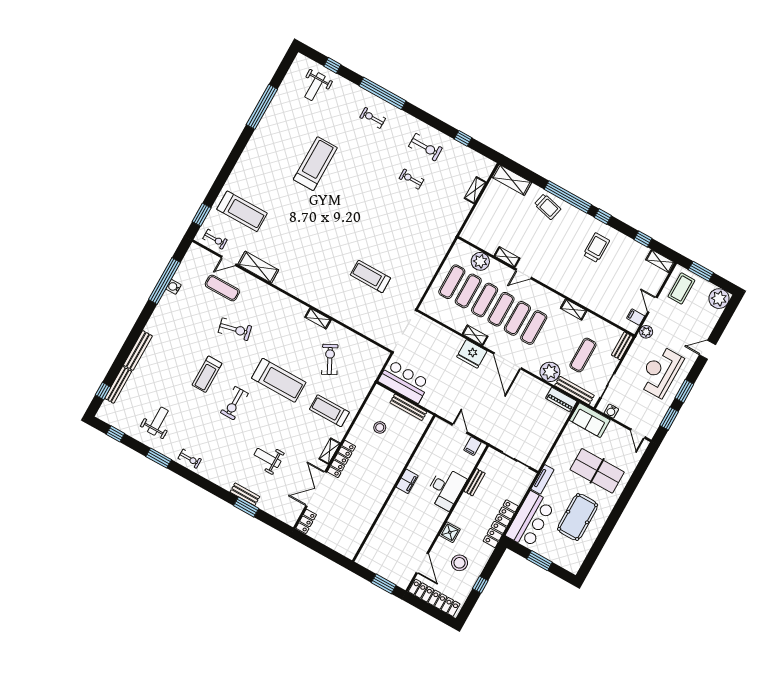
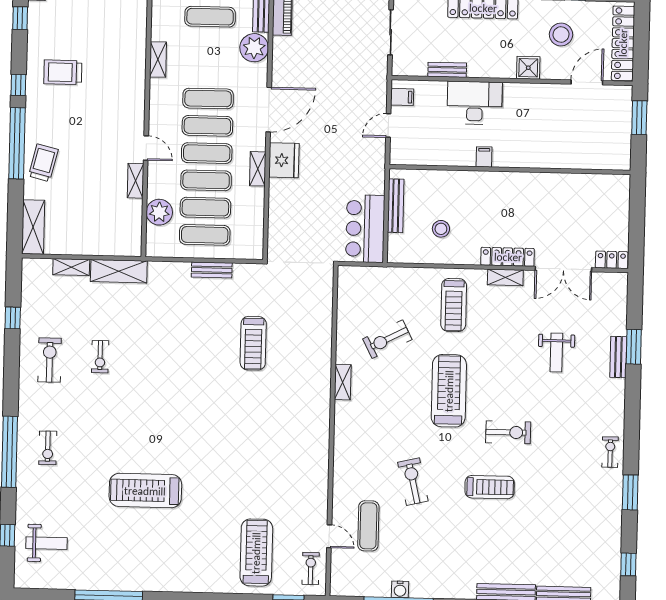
shelving: (258, 267) -> (119, 271), moved, turned 90
bench: (428, 275) -> (212, 270), added
weight bench: (158, 421) -> (583, 518), removed
filing cabinet: (407, 481) -> (484, 157), width x0.50

